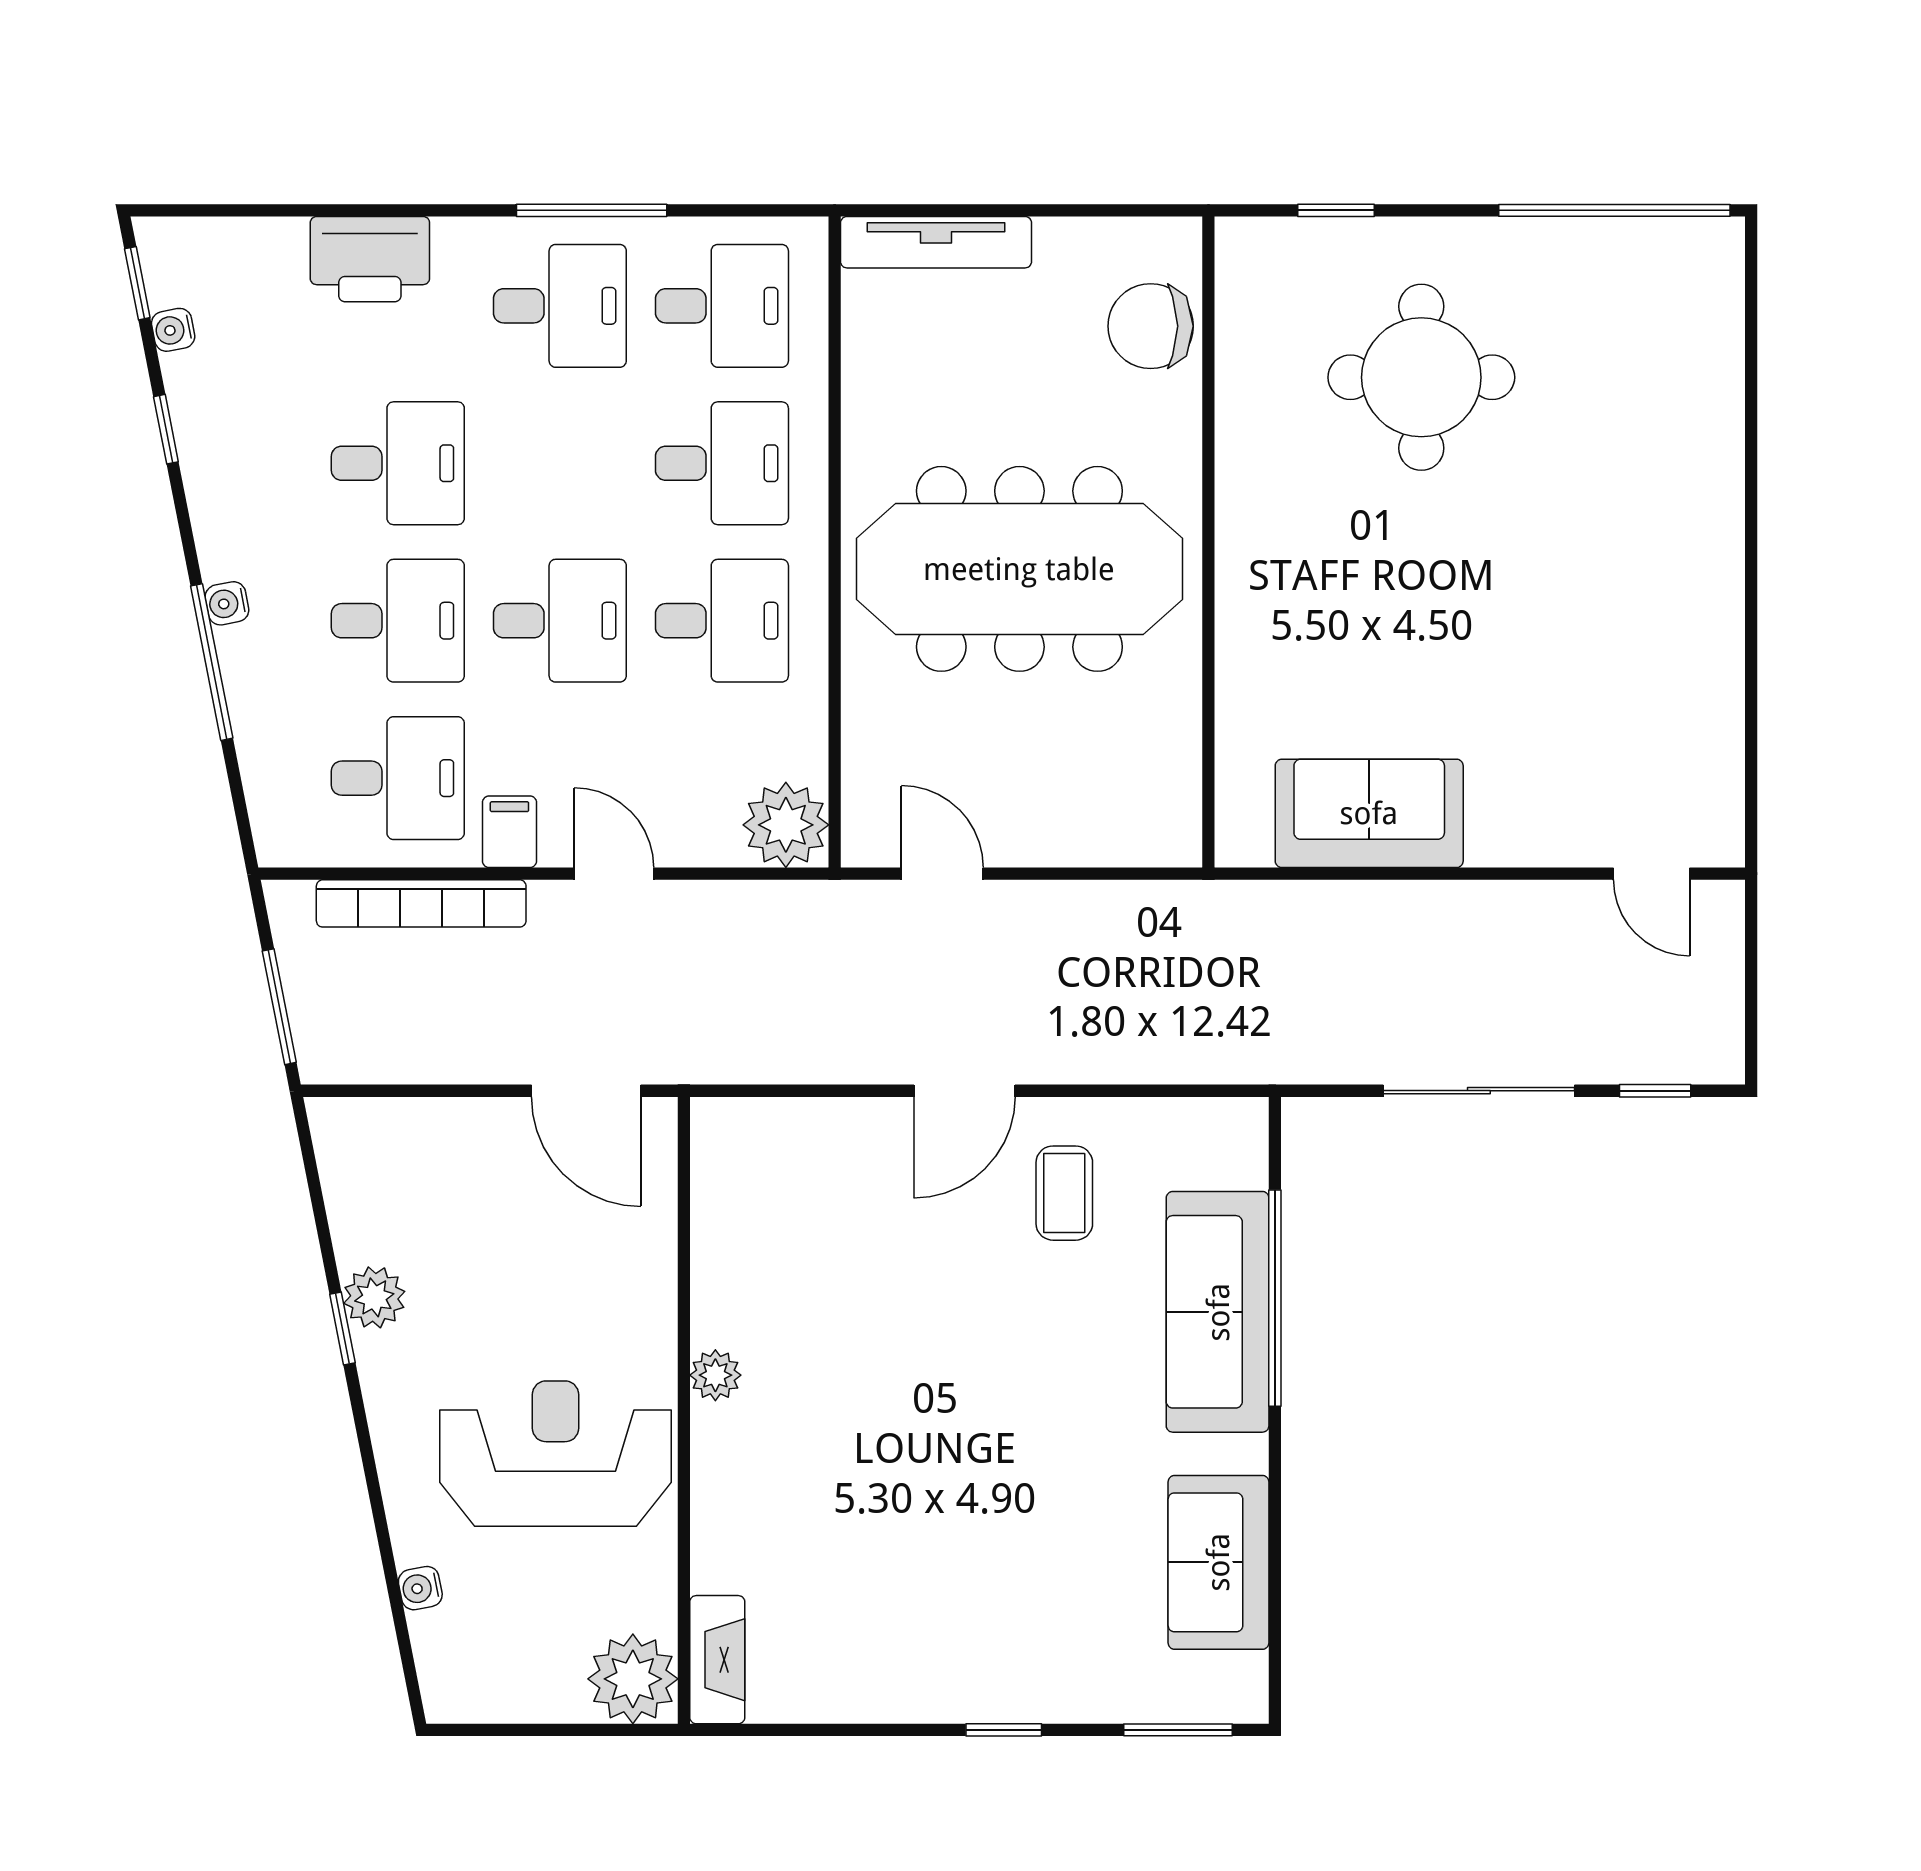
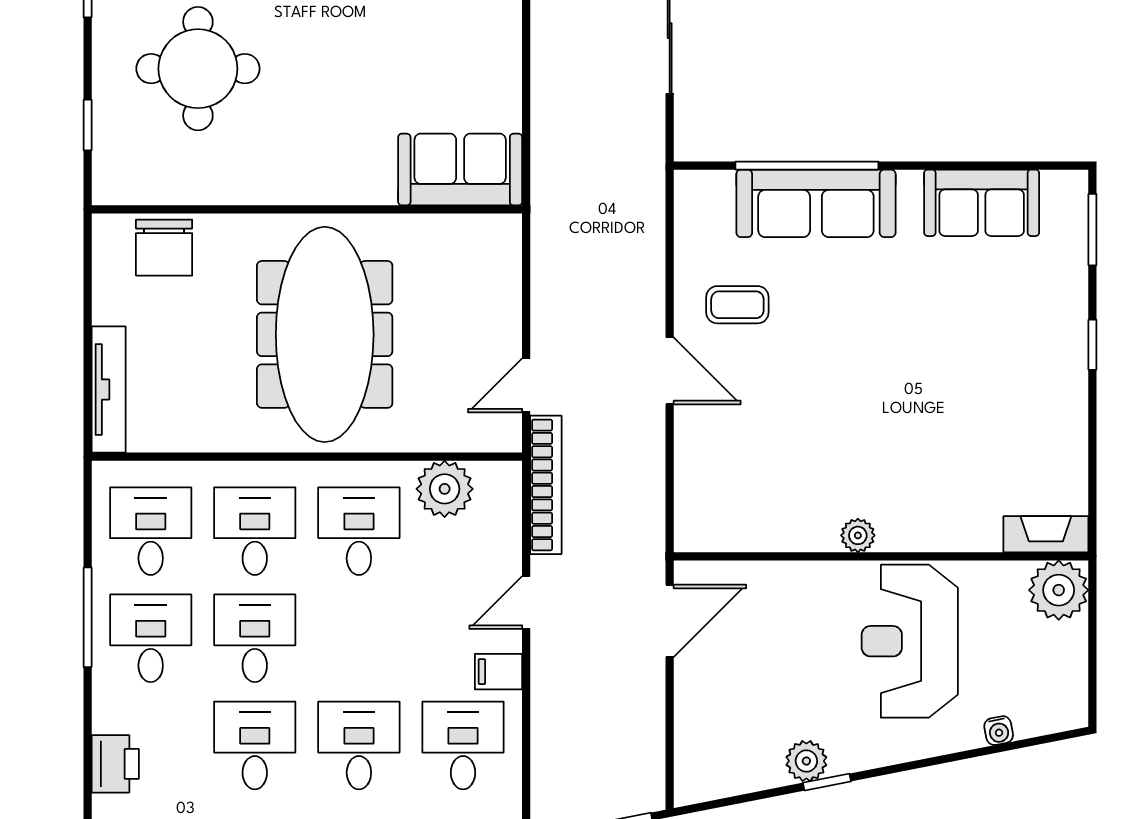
printer: (370, 259) -> (115, 764), width x0.73, depth x0.84
desk: (560, 621) -> (255, 638), moved
sofa: (1369, 813) -> (460, 170), moved, turned 90
plant: (786, 825) -> (445, 489), moved
bookcase: (421, 903) -> (546, 485), moved

